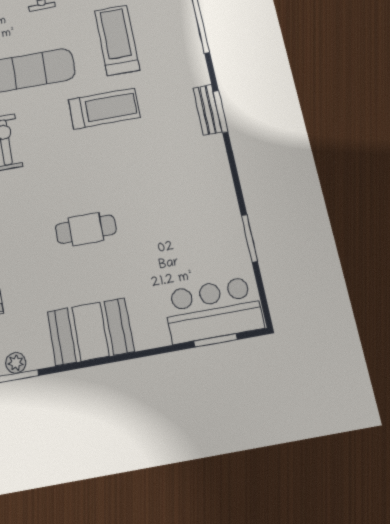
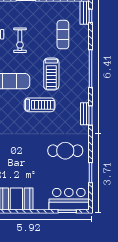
treadmill: (117, 40) -> (51, 74), turned 180
cafe table: (86, 229) -> (65, 151), moved, width x1.37, depth x1.35

